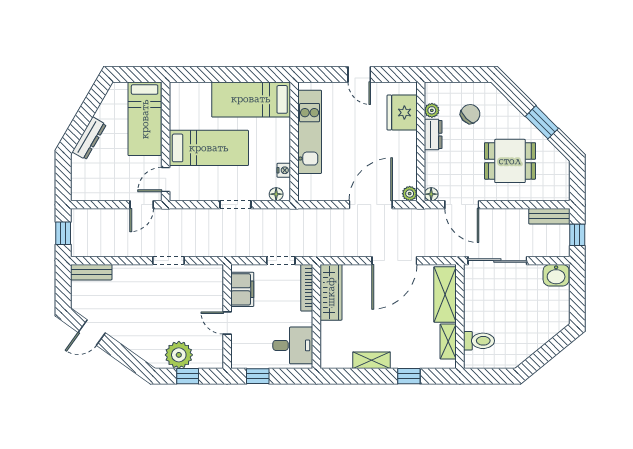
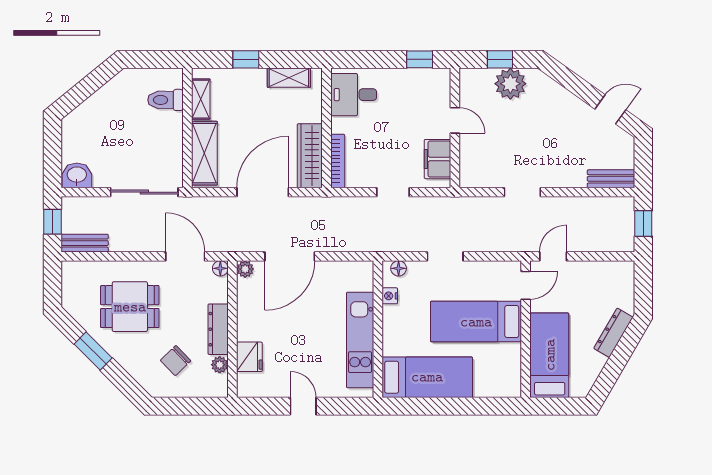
fridge: (402, 113) -> (249, 357), width x0.73, depth x0.75
dresser: (433, 135) -> (218, 329), width x1.44
bookcase: (307, 288) -> (338, 161), moved
wardrobe: (331, 292) -> (310, 156), moved
wall: (316, 316) -> (327, 128), moved
desk: (293, 345) -> (354, 95), moved

